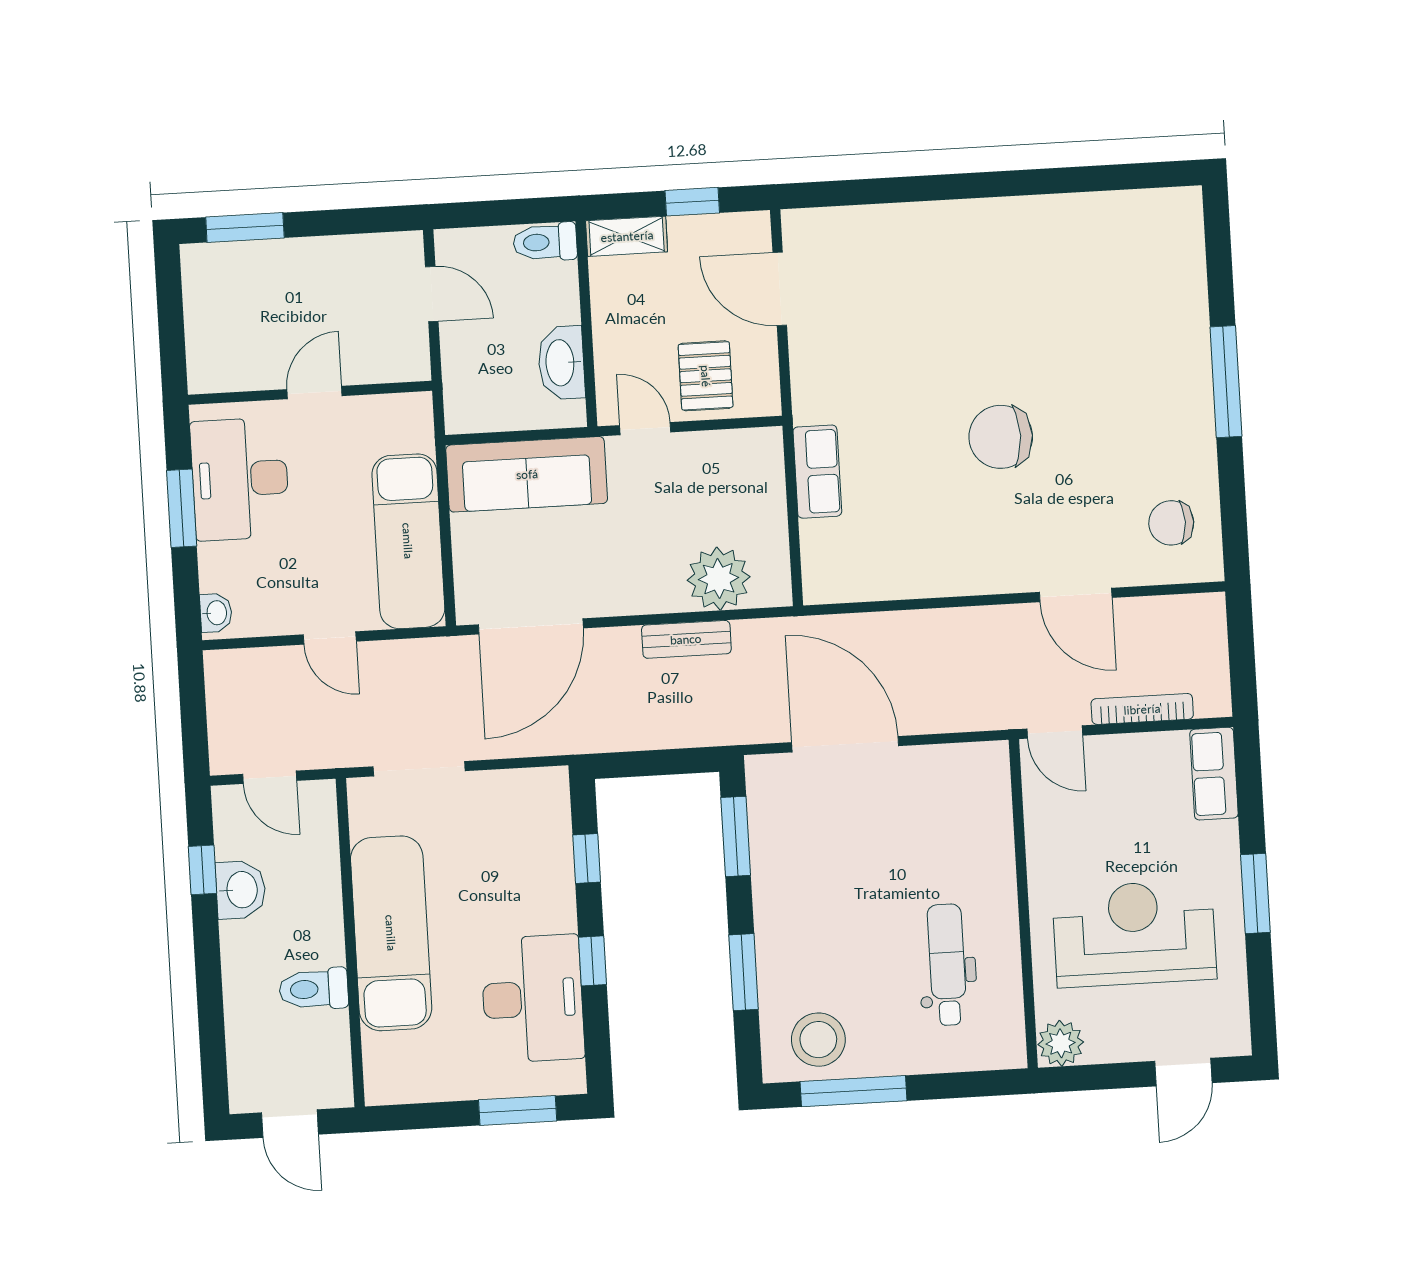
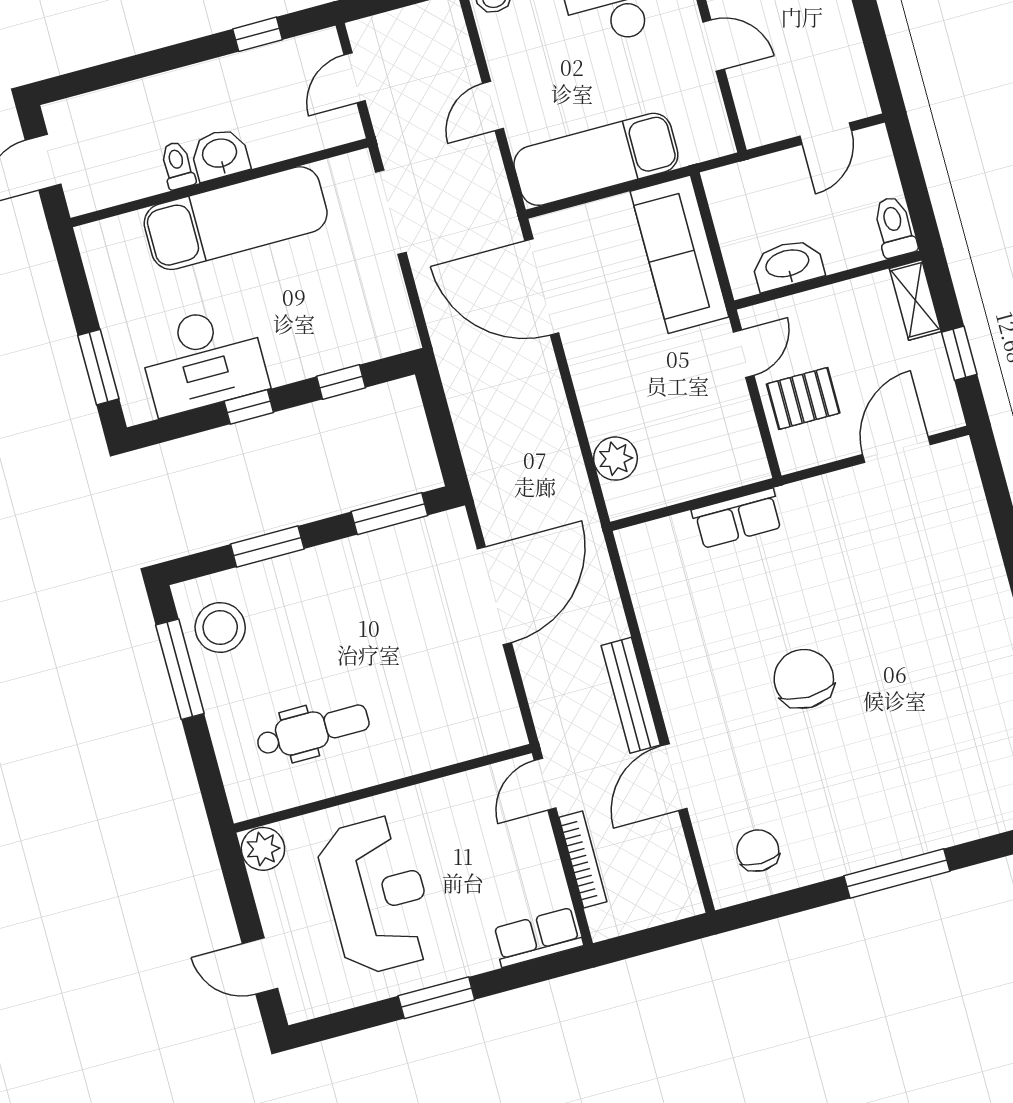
plant: (719, 579) -> (615, 459), width x0.73, depth x0.73
bench: (686, 639) -> (631, 695), moved, width x1.36
washbasin: (241, 890) -> (220, 154), moved, turned 180
toilet: (314, 989) -> (177, 165), width x0.73, depth x0.72

